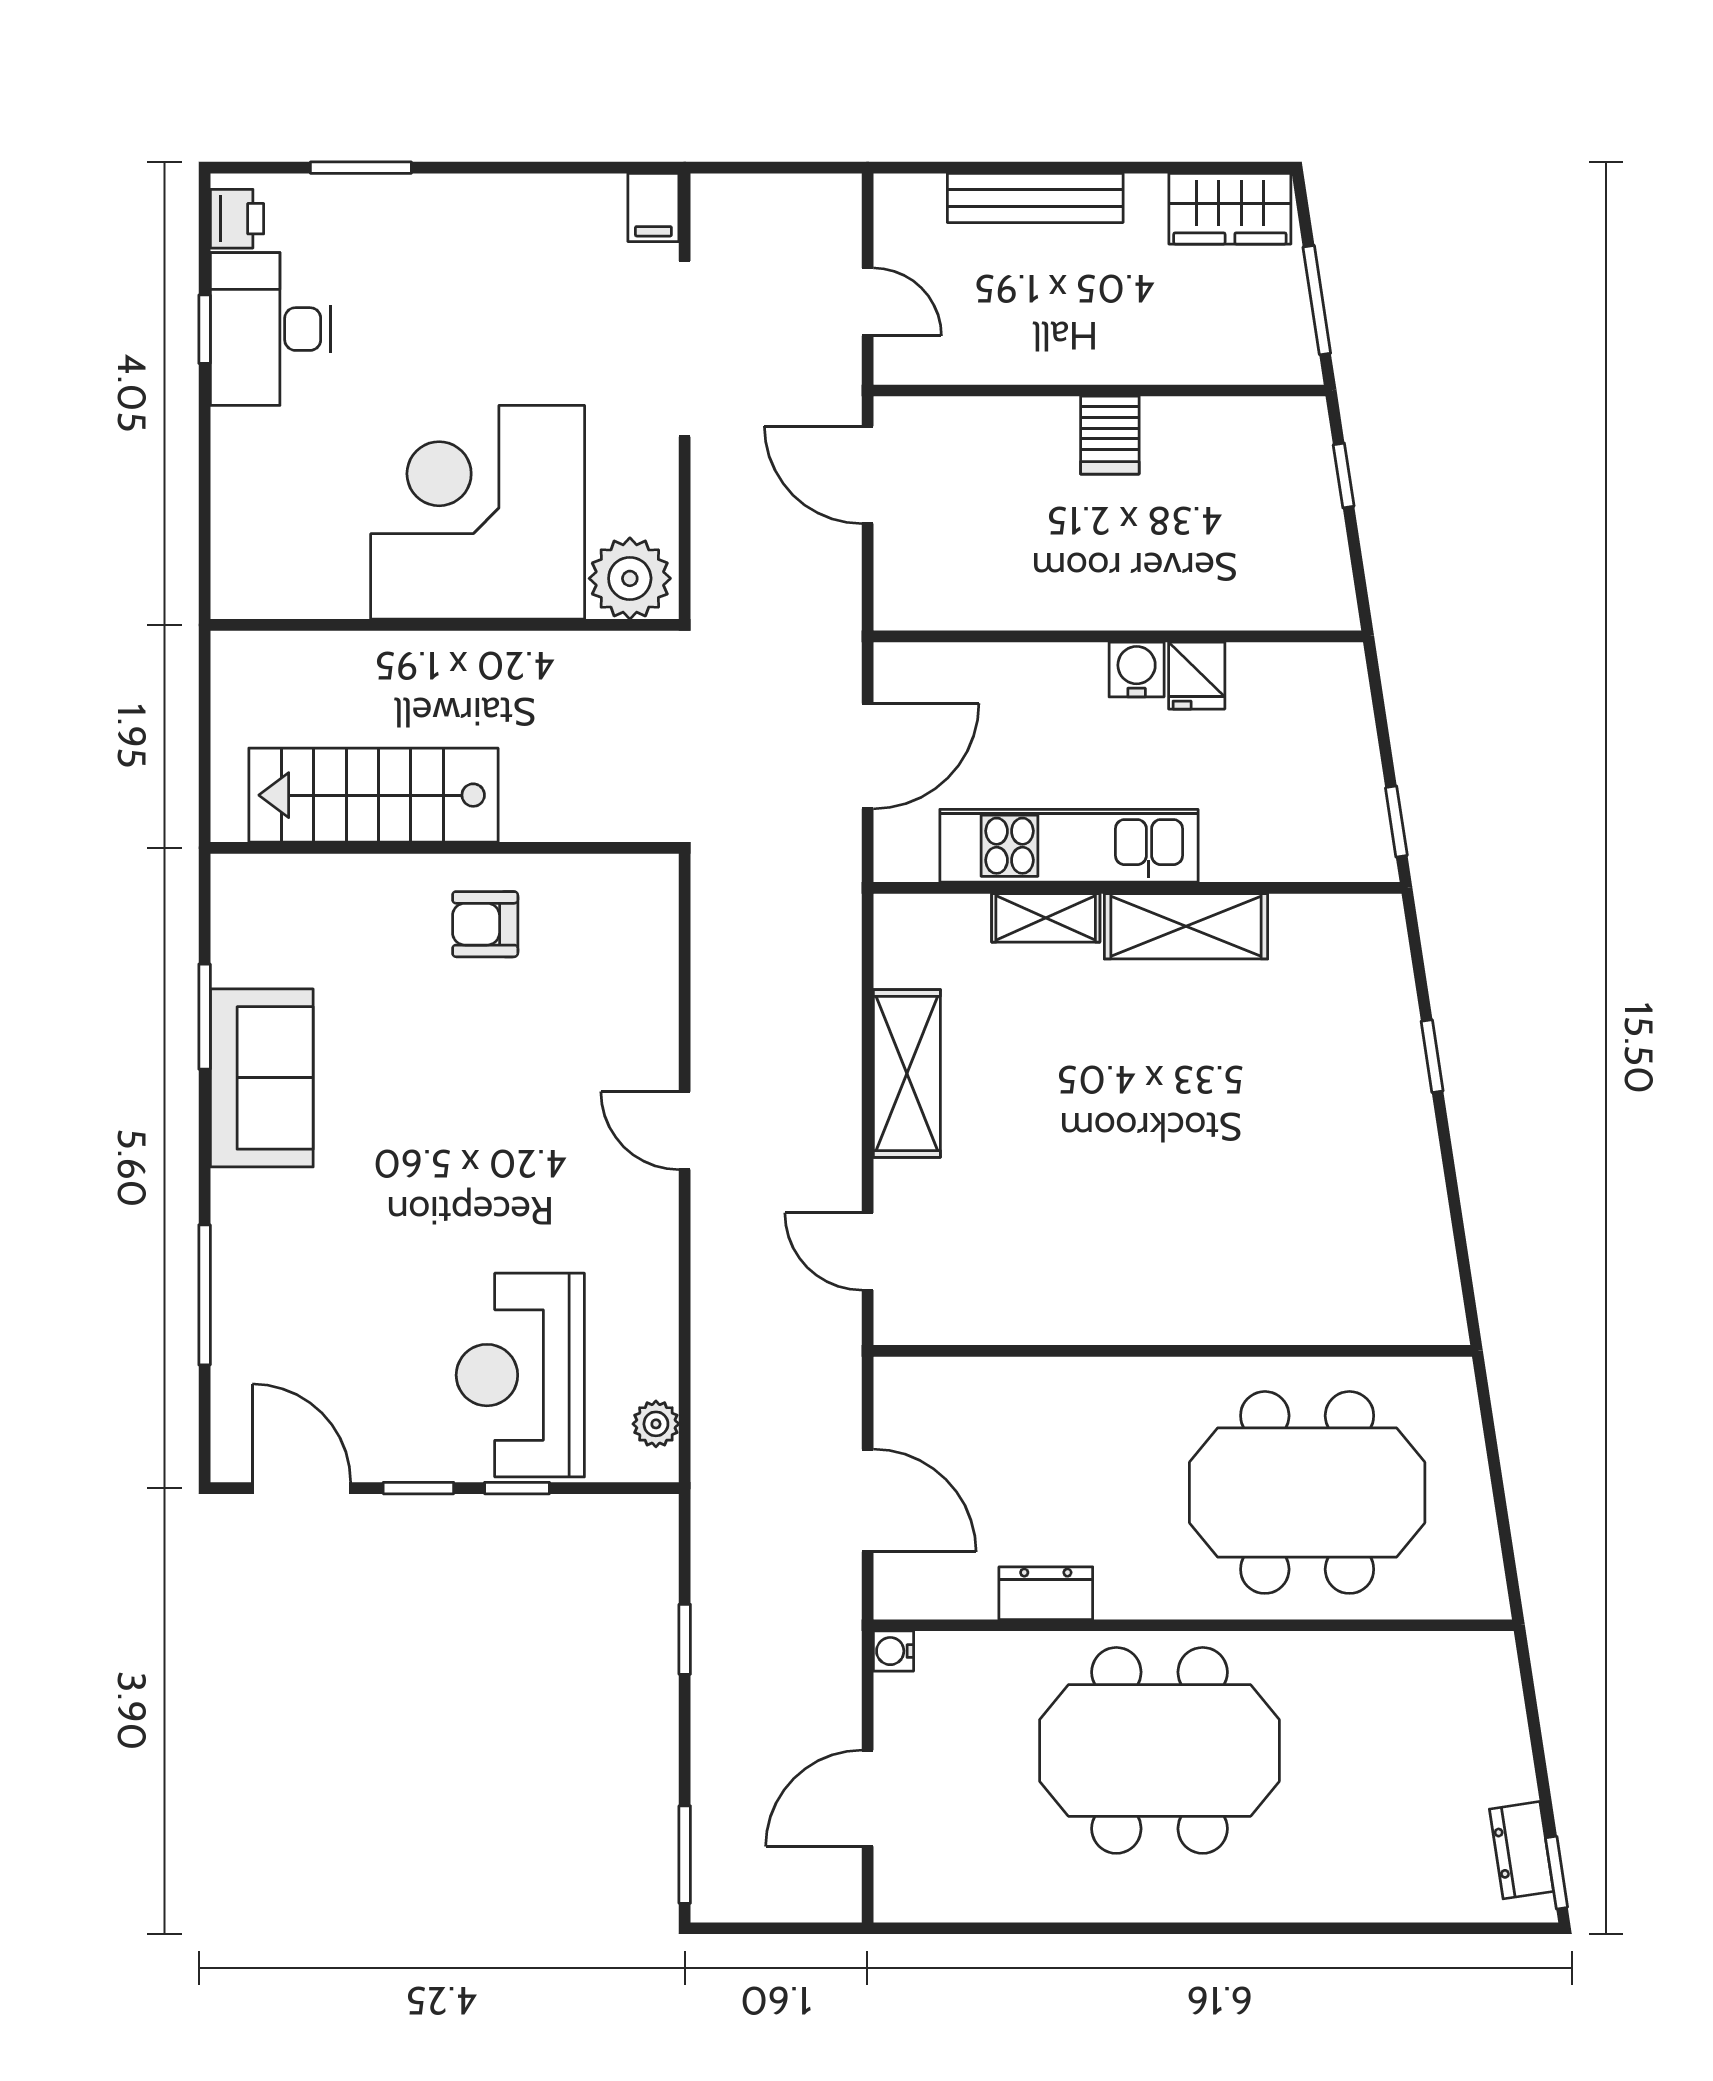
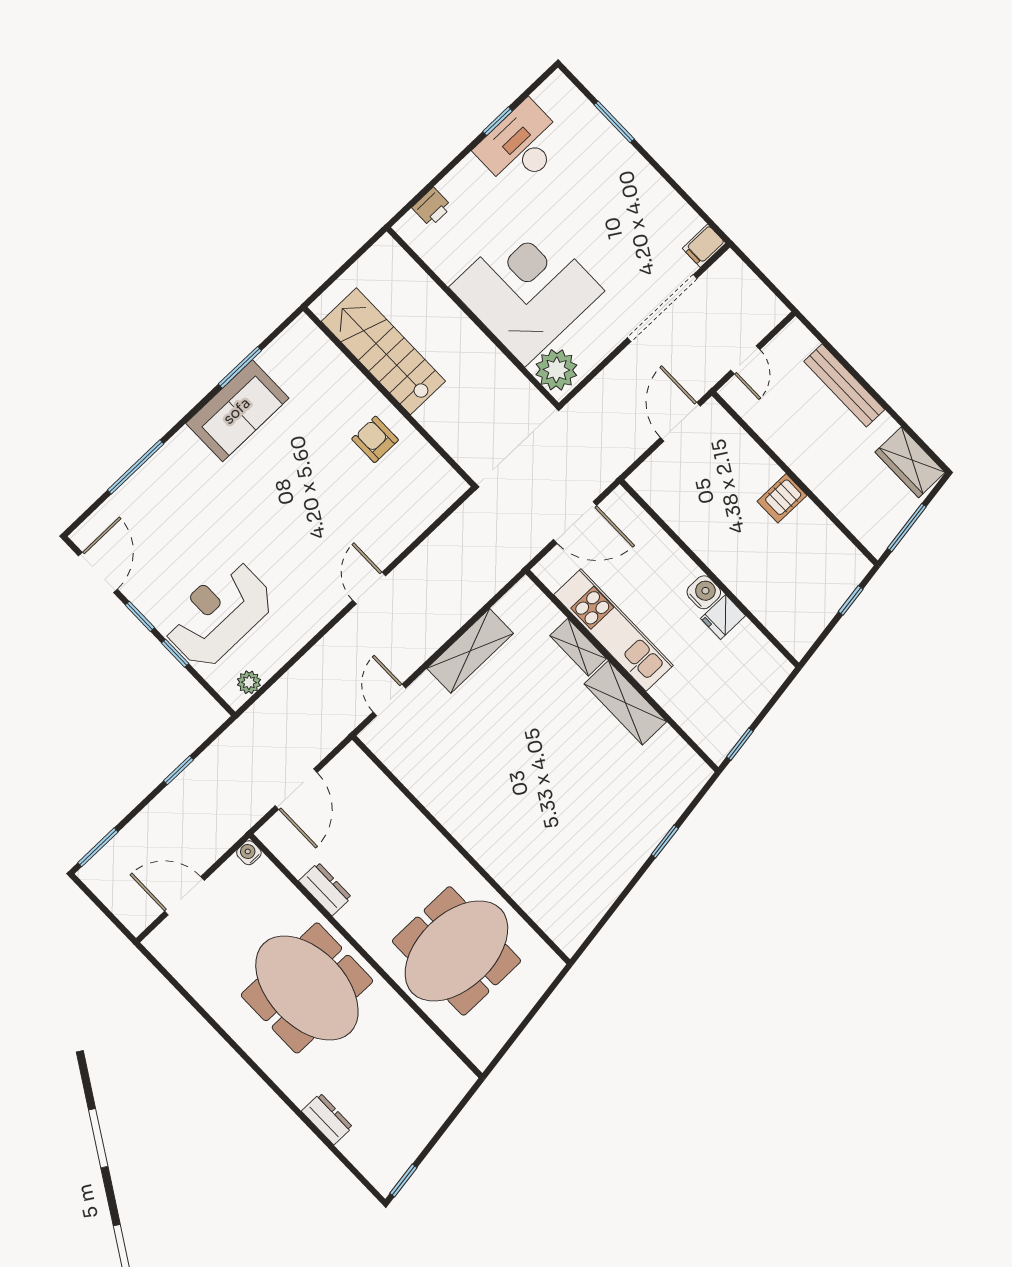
printer: (237, 219) -> (432, 207), moved
meeting table: (1307, 1492) -> (456, 951), turned 90
dresser: (1521, 1850) -> (327, 1119), moved, turned 99

